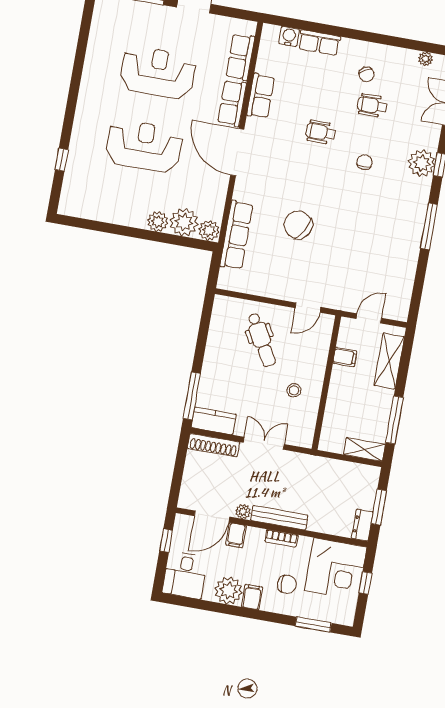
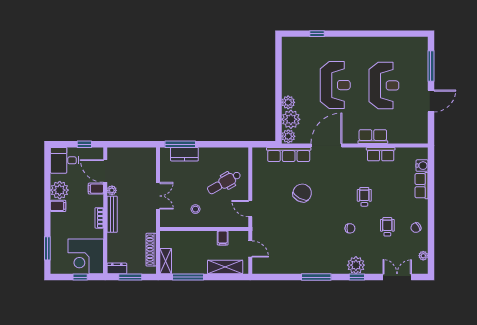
row of seats: (240, 57) -> (403, 137), removed
chair: (367, 74) -> (416, 228), moved
door: (237, 152) -> (326, 145), moved
kitchen counter: (214, 421) -> (184, 154), moved, turned 90
shoe rack: (214, 445) -> (151, 250), moved
chair: (287, 584) -> (70, 227), removed

